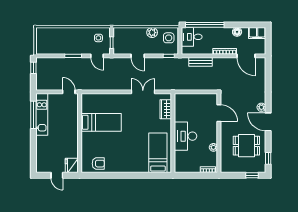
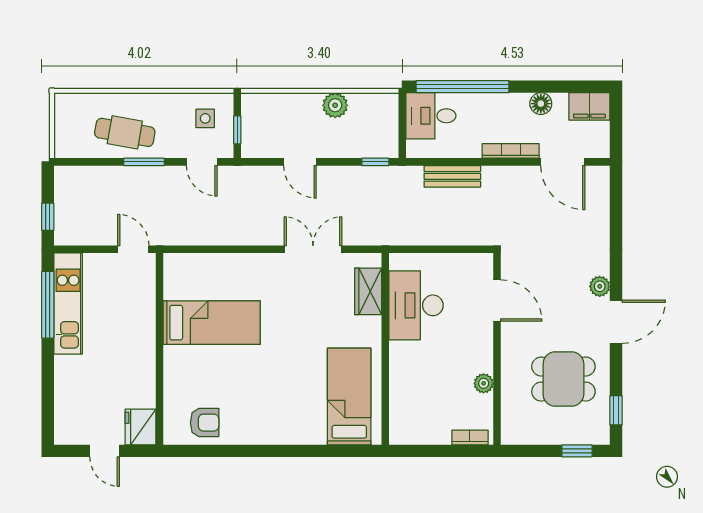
side table: (169, 38) -> (375, 118), removed
cafe table: (65, 44) -> (125, 132), added
window: (33, 68) -> (48, 217), moved
door: (268, 122) -> (616, 322), swing flipped
desk: (186, 136) -> (416, 305), moved

